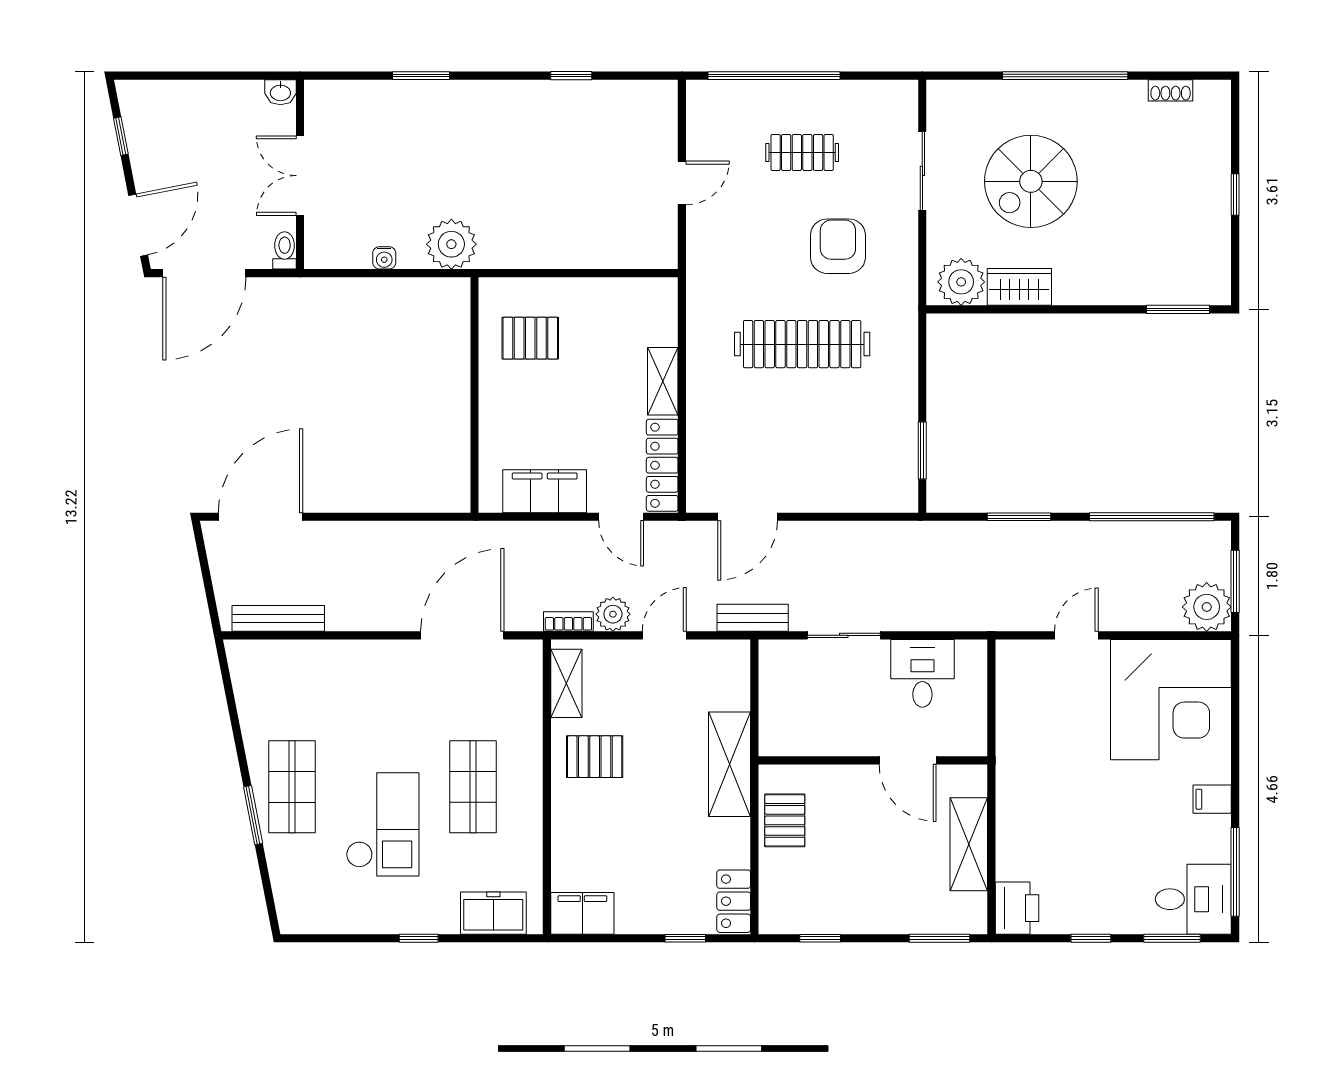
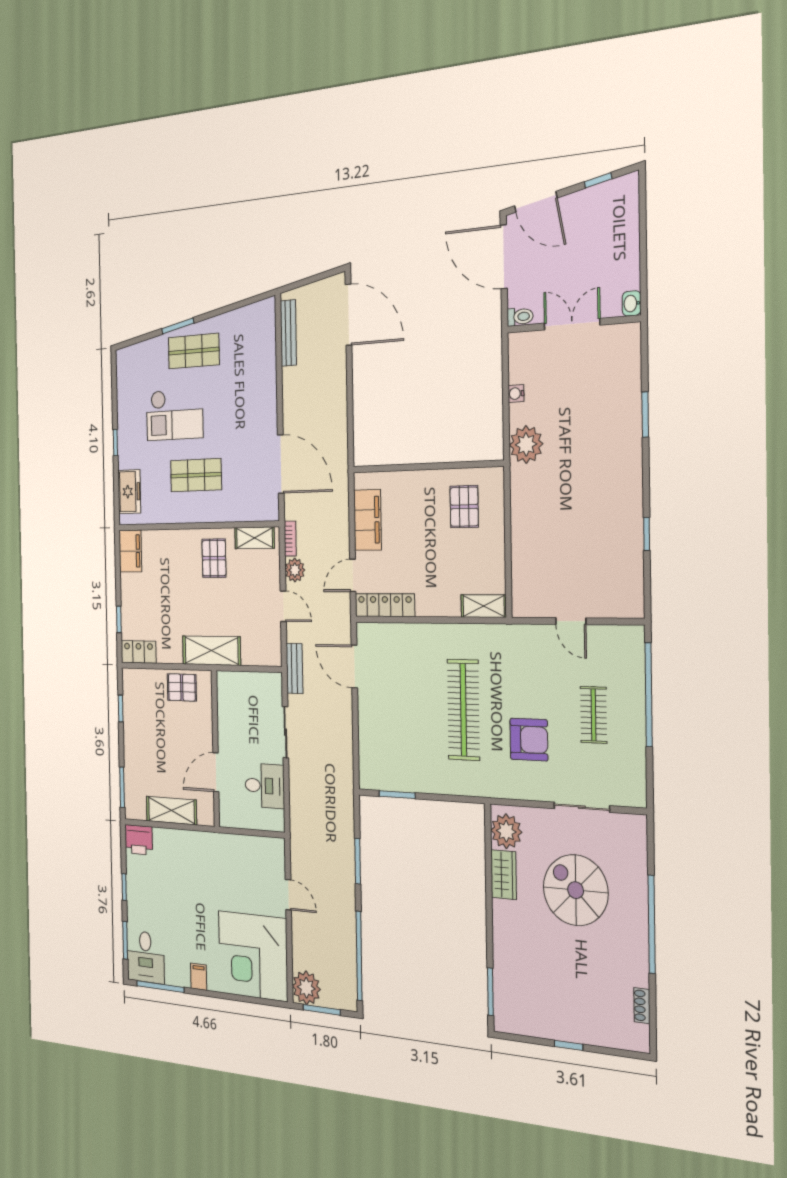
shelving: (663, 381) -> (484, 606), moved

